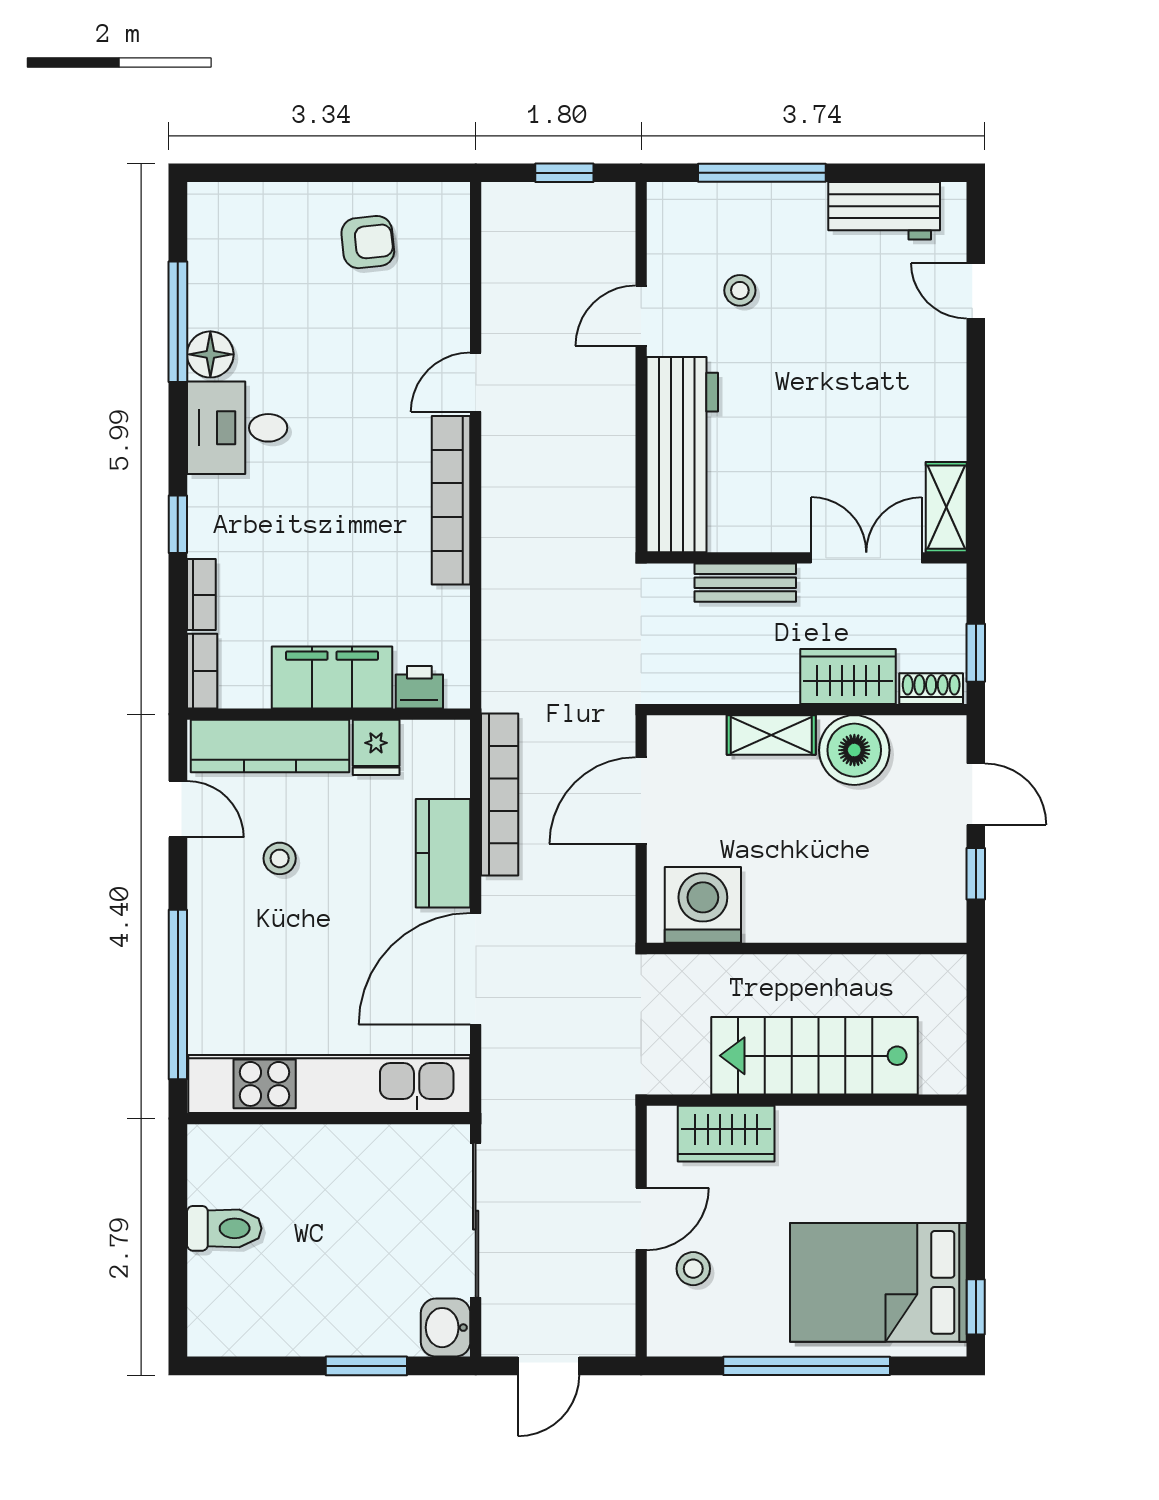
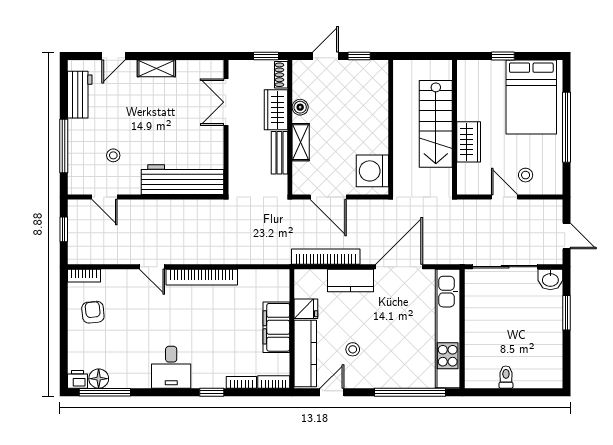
bookcase: (455, 221) -> (84, 276), added
door: (641, 316) -> (105, 197), moved
window: (178, 322) -> (105, 392), moved
floor lamp: (210, 354) -> (99, 379), moved
shelving: (946, 507) -> (156, 68), moved
bench: (745, 583) -> (279, 153), moved
printer: (419, 687) -> (77, 379), moved, turned 90
boiler: (854, 750) -> (300, 107), width x0.54, depth x0.54
door: (476, 969) -> (399, 267), swing flipped
wardrobe: (726, 1134) -> (469, 142), moved
toilet: (224, 1228) -> (506, 377), width x0.73, depth x0.72
window: (976, 1307) -> (503, 56), moved

